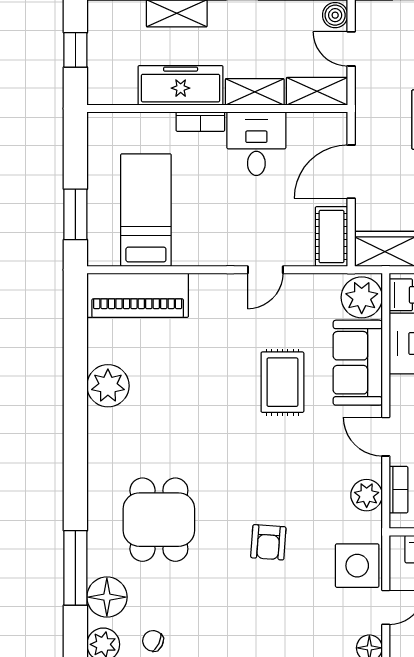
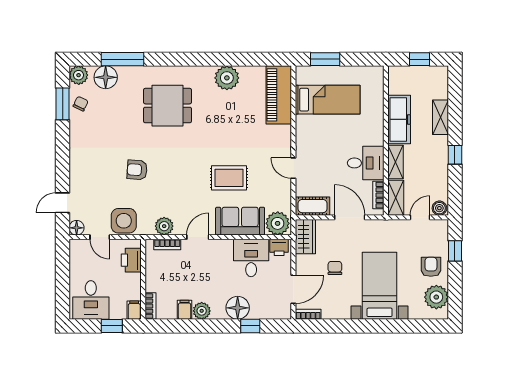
bookcase: (200, 122) -> (378, 195), moved
dining table: (159, 520) -> (167, 106), moved

